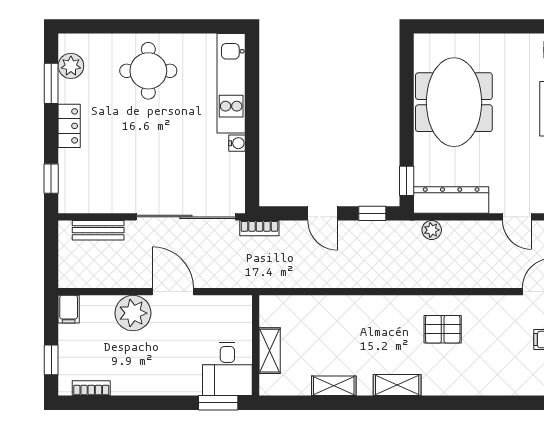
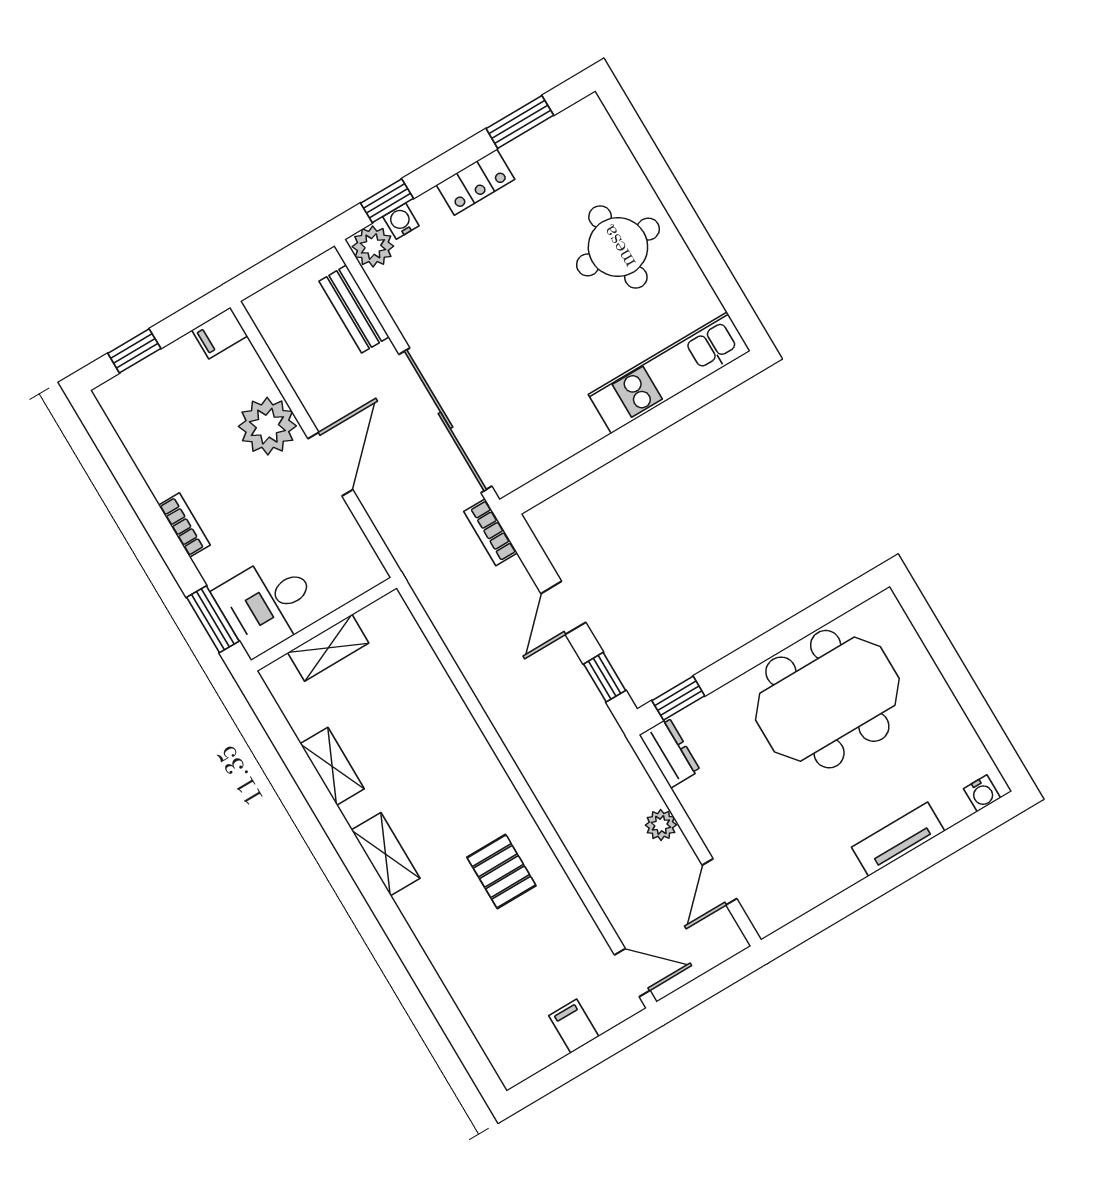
plant: (71, 66) -> (373, 246), moved
water cooler: (237, 143) -> (401, 221), moved, turned 180
dresser: (451, 200) -> (670, 753), width x0.51, depth x0.80
plant: (432, 230) -> (661, 825), moved
bookcase: (91, 388) -> (184, 525), moved

